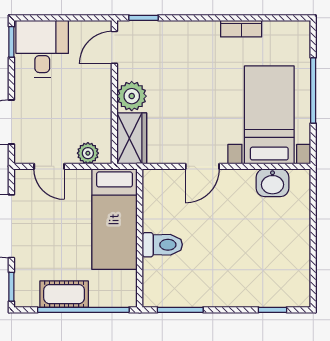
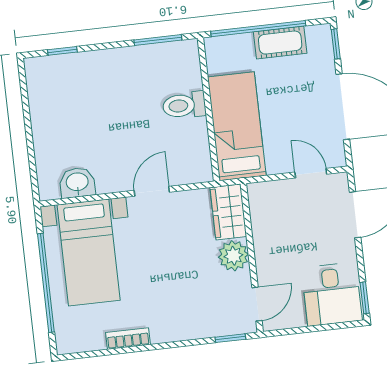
window: (313, 91) -> (46, 283), width x1.46
plant: (88, 153) -> (272, 191), removed

